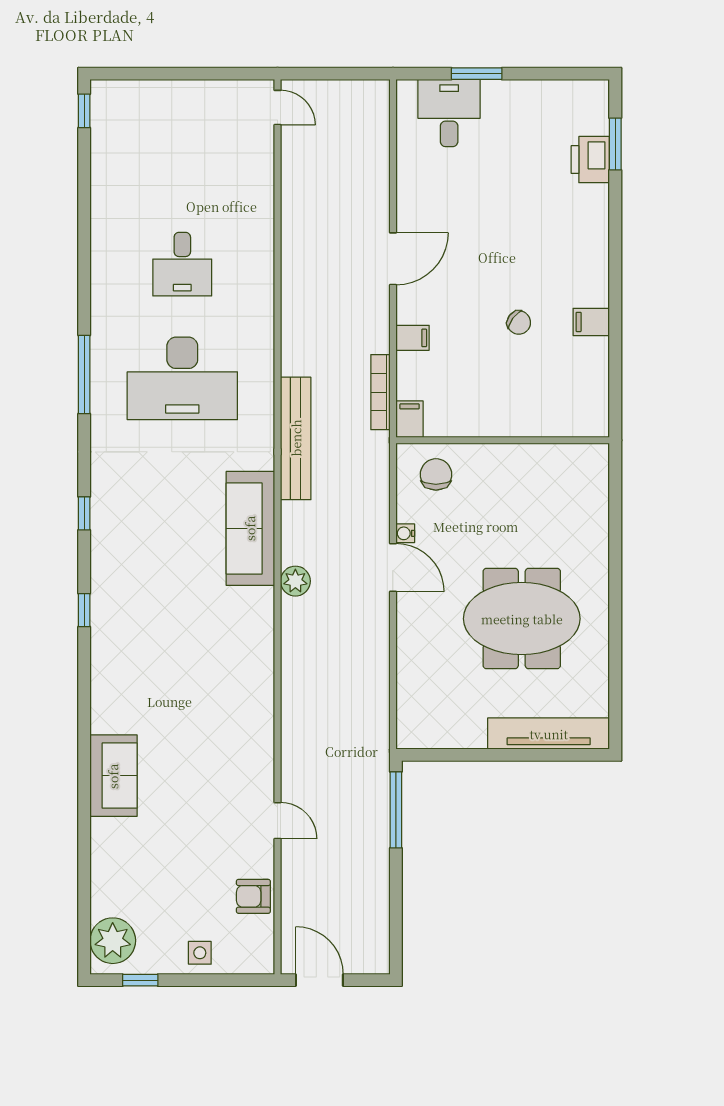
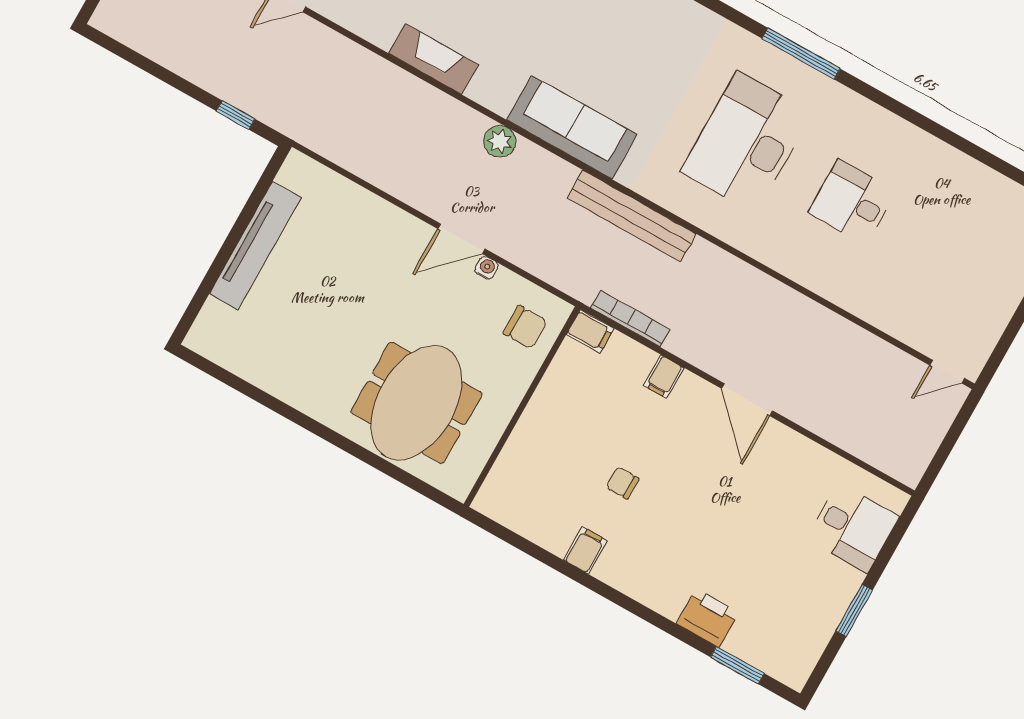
window: (477, 74) -> (854, 610), moved
printer: (590, 160) -> (707, 618), moved
chair: (519, 323) -> (623, 483), turned 53
meeting table: (522, 619) -> (416, 403), moved
fireplace: (258, 673) -> (434, 59), added
tv unit: (549, 734) -> (255, 246), moved
window: (396, 810) -> (236, 115), width x0.46

